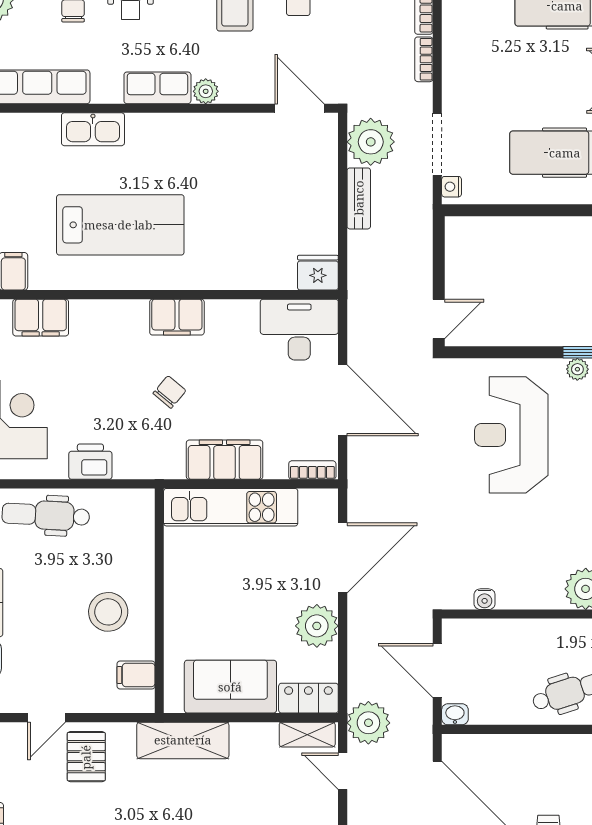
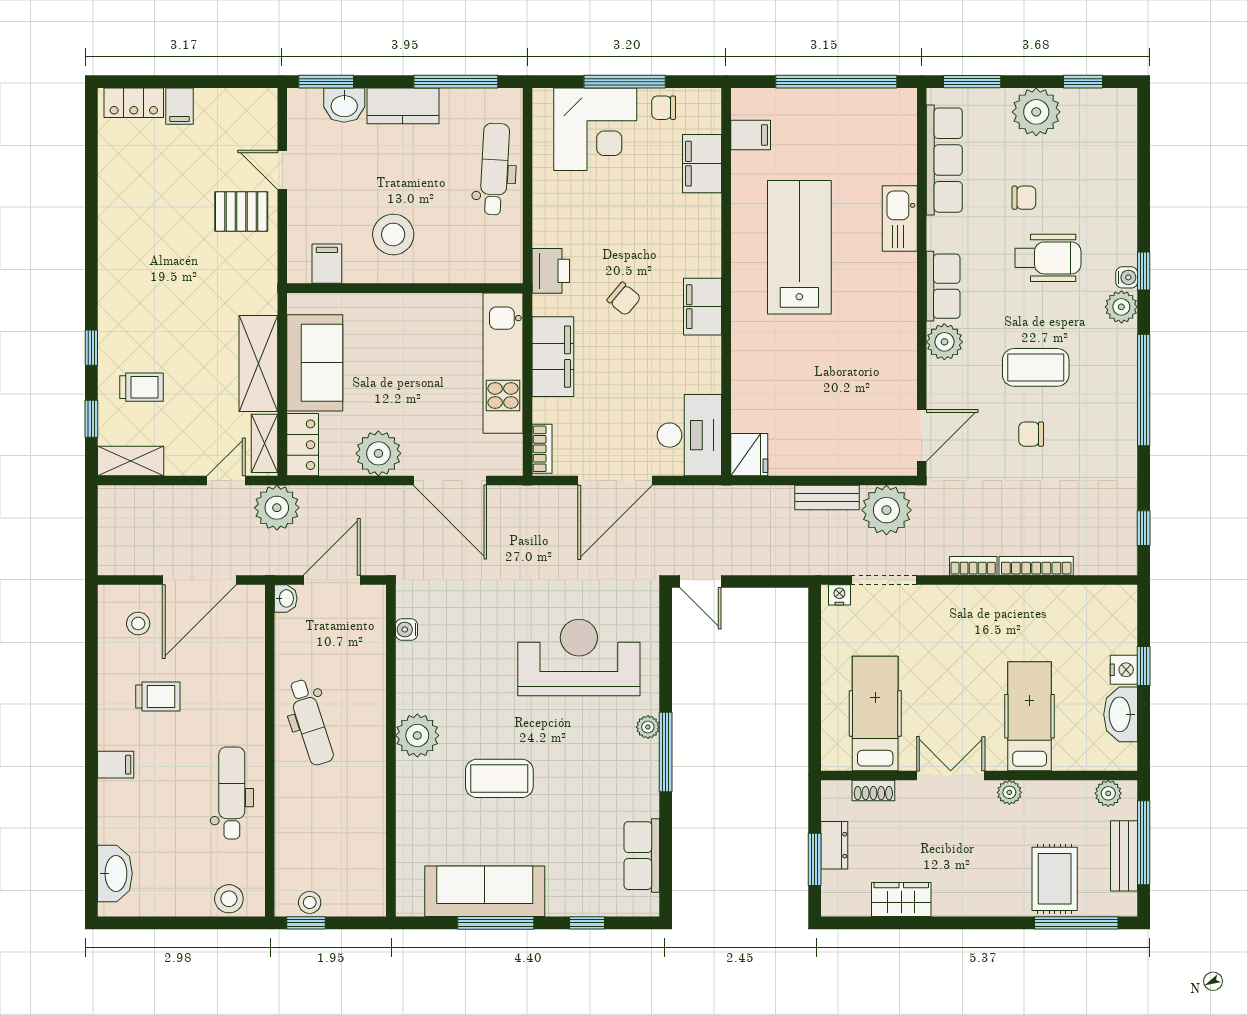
plant: (206, 91) -> (944, 342), width x1.38, depth x1.38
lab bench: (120, 225) -> (799, 247), turned 180
printer: (90, 462) -> (551, 271), moved
shelving: (183, 740) -> (258, 363), moved

